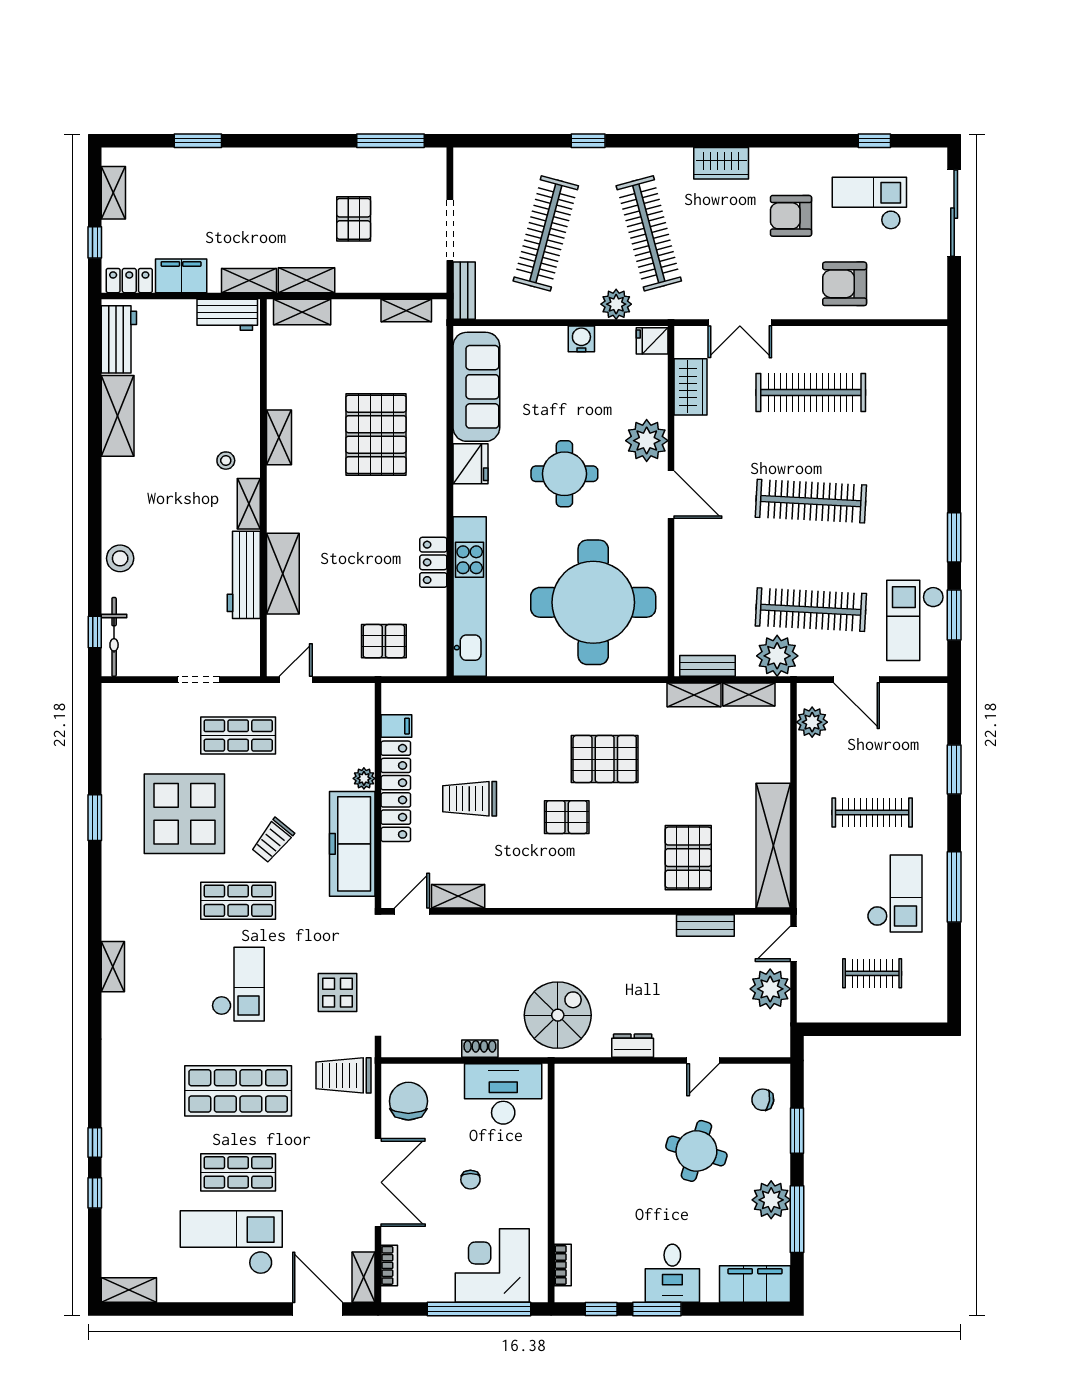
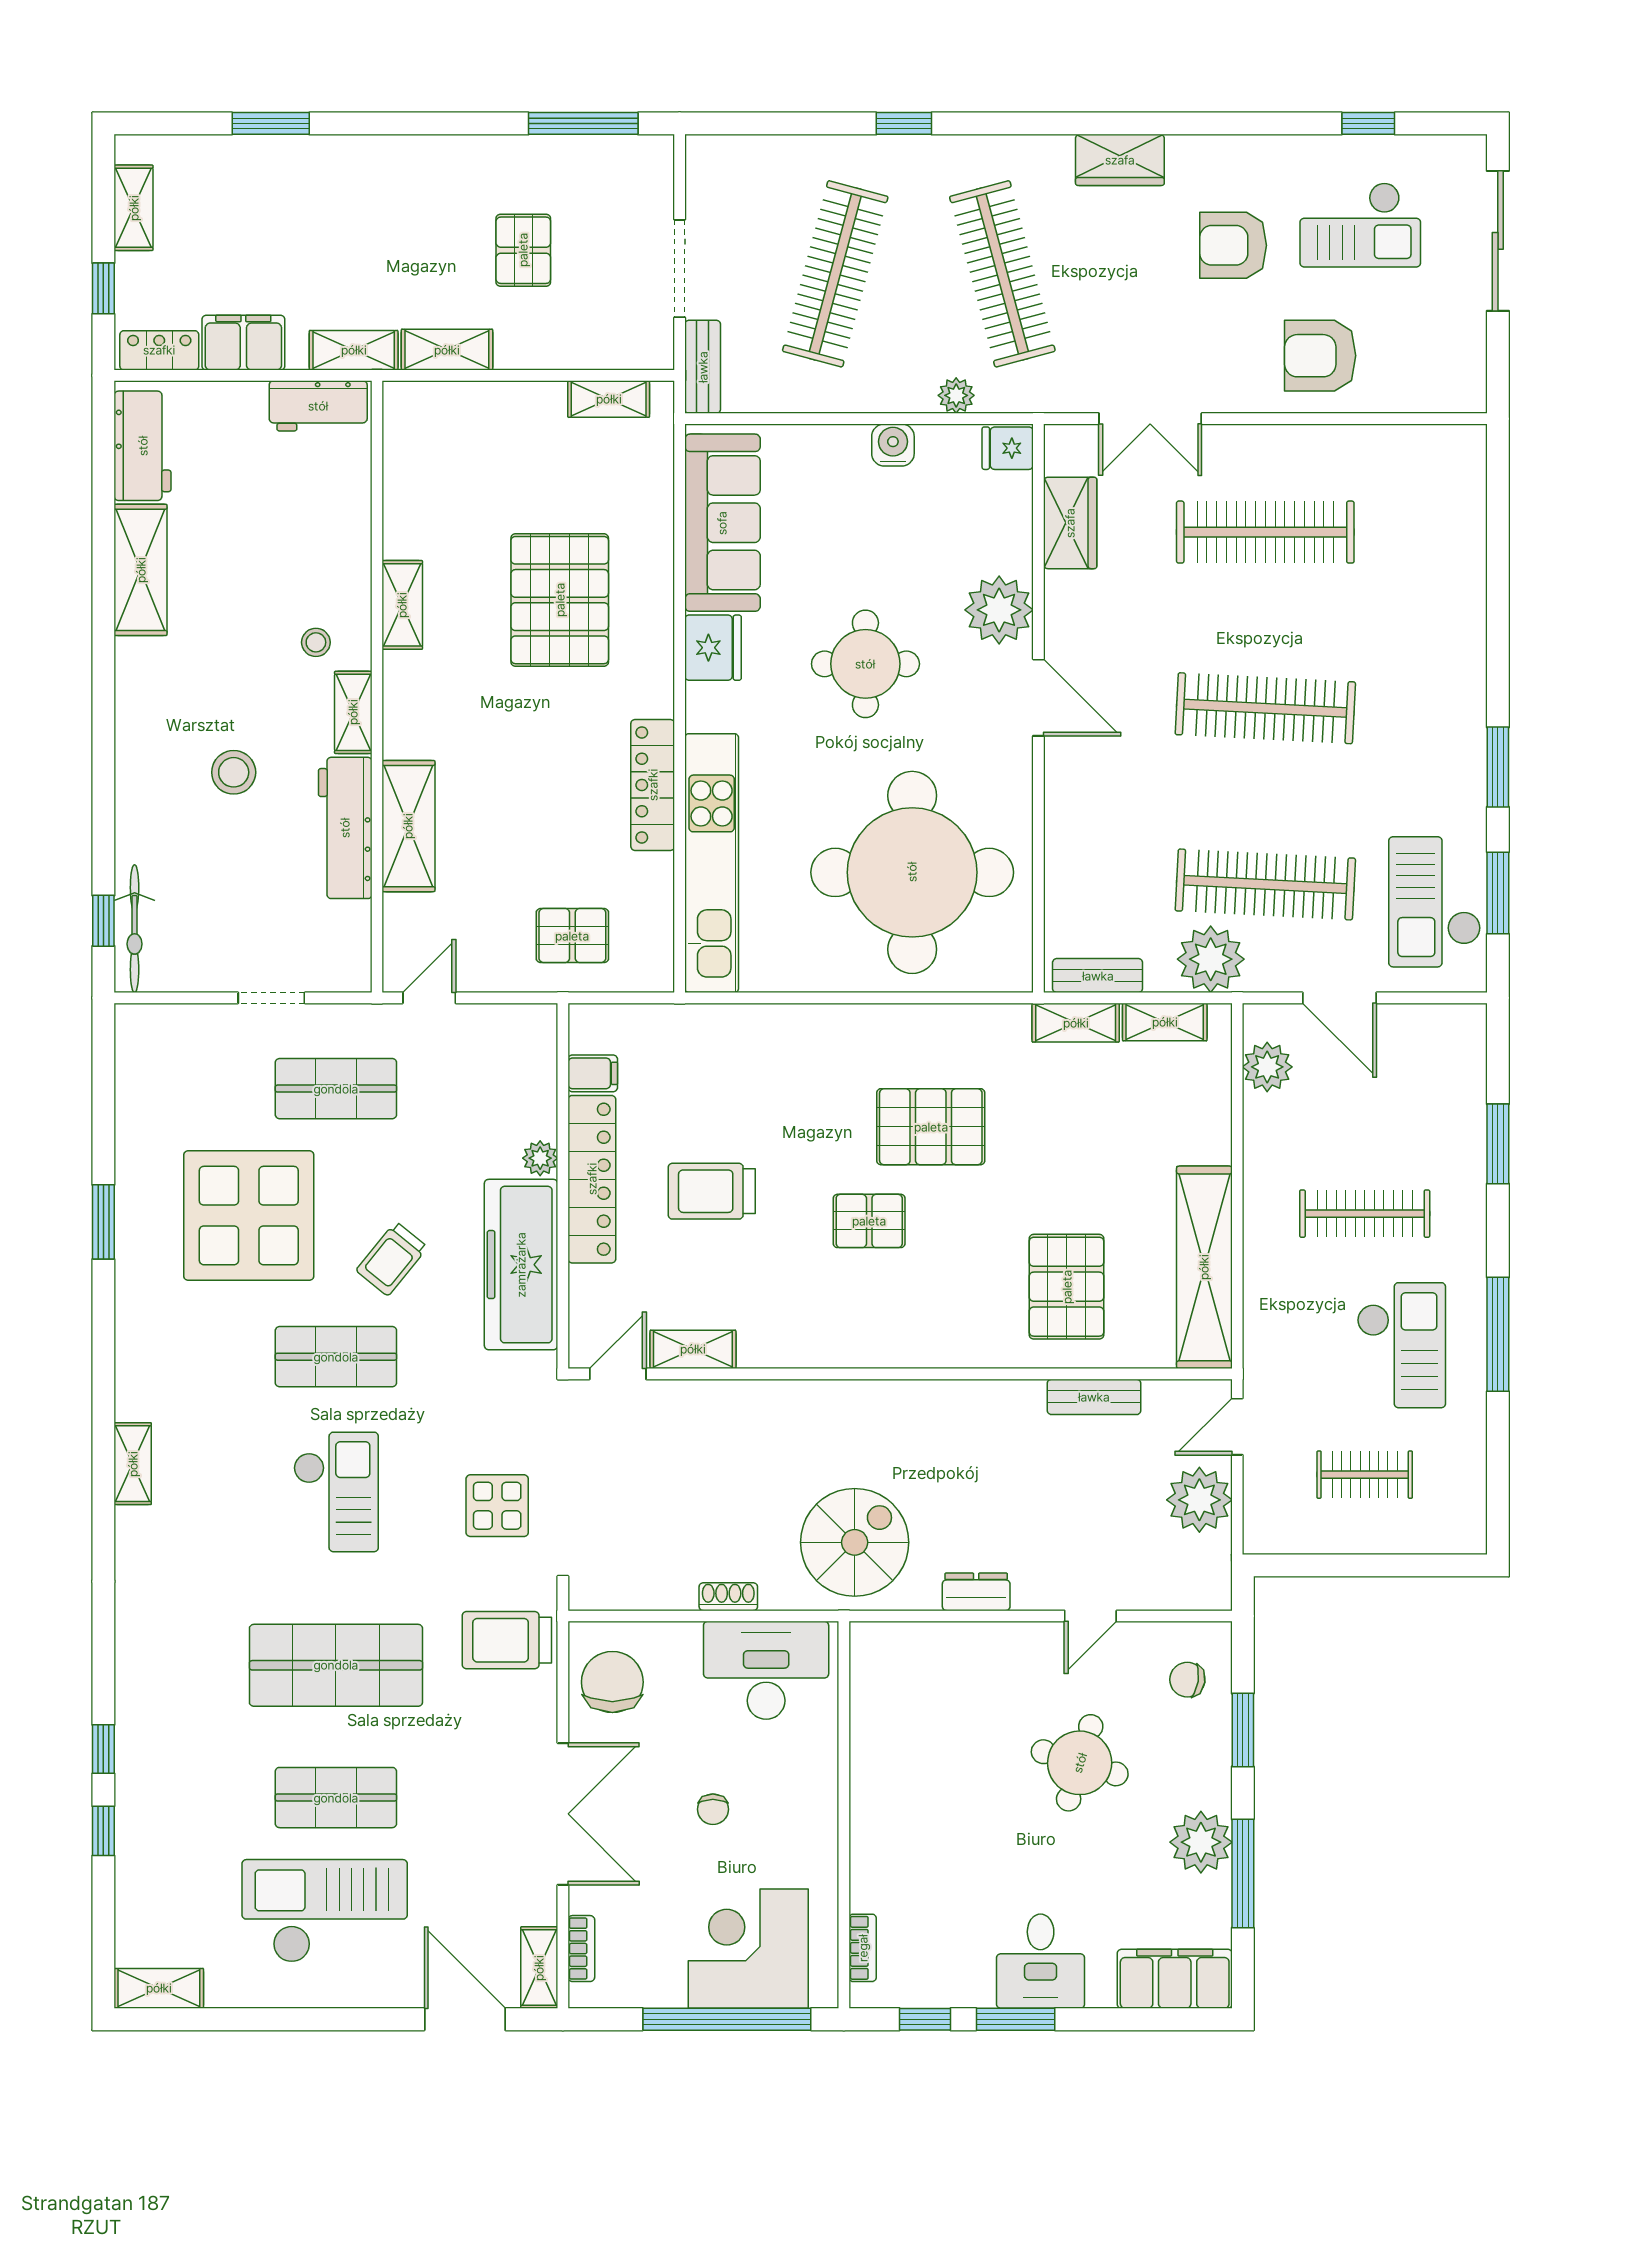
checkout: (869, 203) -> (1360, 225), turned 180
plant: (616, 304) -> (956, 395), width x0.73, depth x0.73
shelving: (302, 312) -> (440, 401), removed
stool: (120, 558) -> (234, 772), moved
locker: (433, 562) -> (653, 785), width x1.53

